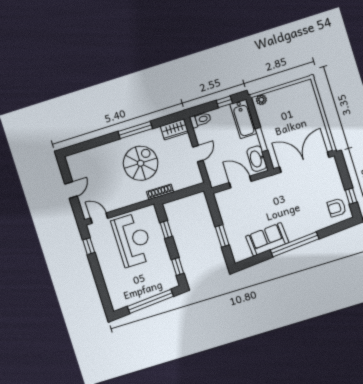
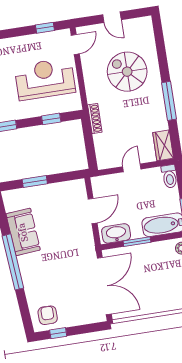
door: (198, 154) -> (132, 168), swing flipped
spiral stairs: (141, 163) -> (127, 72), moved, turned 180
reception desk: (133, 240) -> (45, 79), turned 180

